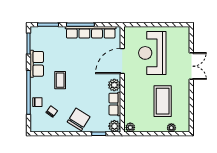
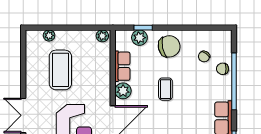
coffee table: (60, 80) -> (165, 89), moved
chair: (79, 119) -> (169, 46), turned -134
plant: (114, 126) -> (139, 38), moved

